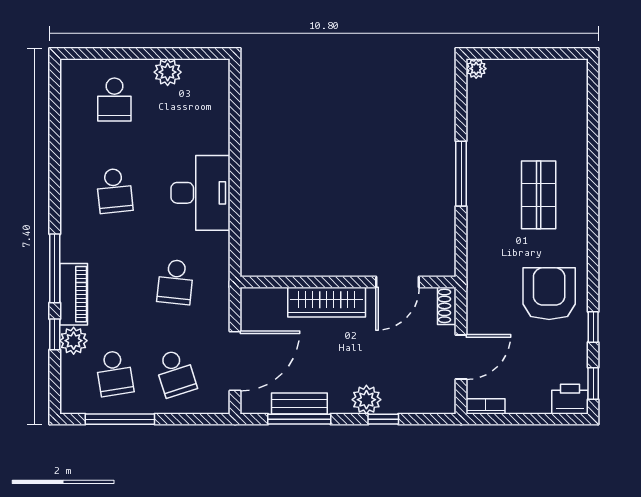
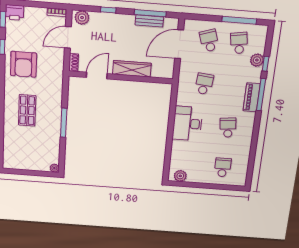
plant: (168, 72) -> (180, 176), moved
piano: (74, 294) -> (252, 97), moved
plant: (366, 400) -> (82, 18), moved

